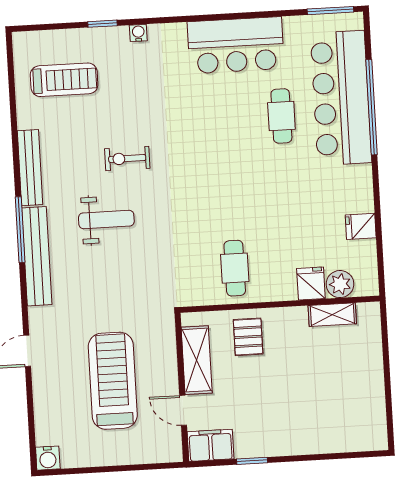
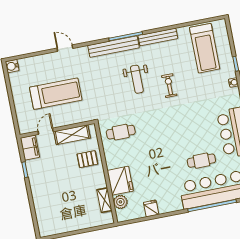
treadmill: (64, 80) -> (205, 48), width x1.37, depth x1.38
cafe table: (235, 268) -> (121, 132), moved
fridge: (311, 284) -> (120, 181), width x1.88, depth x1.34

